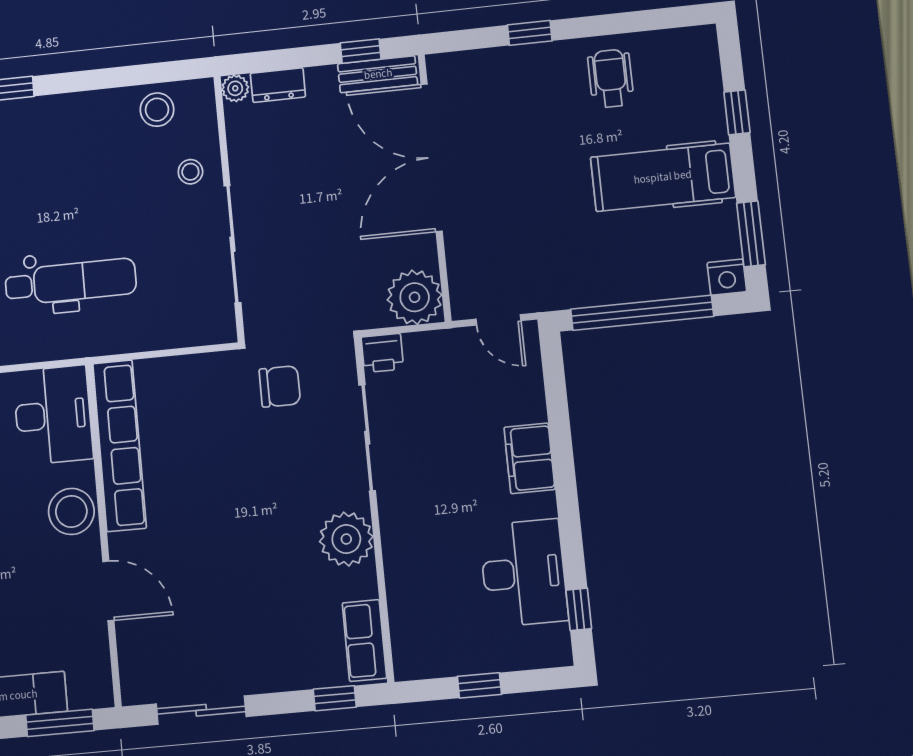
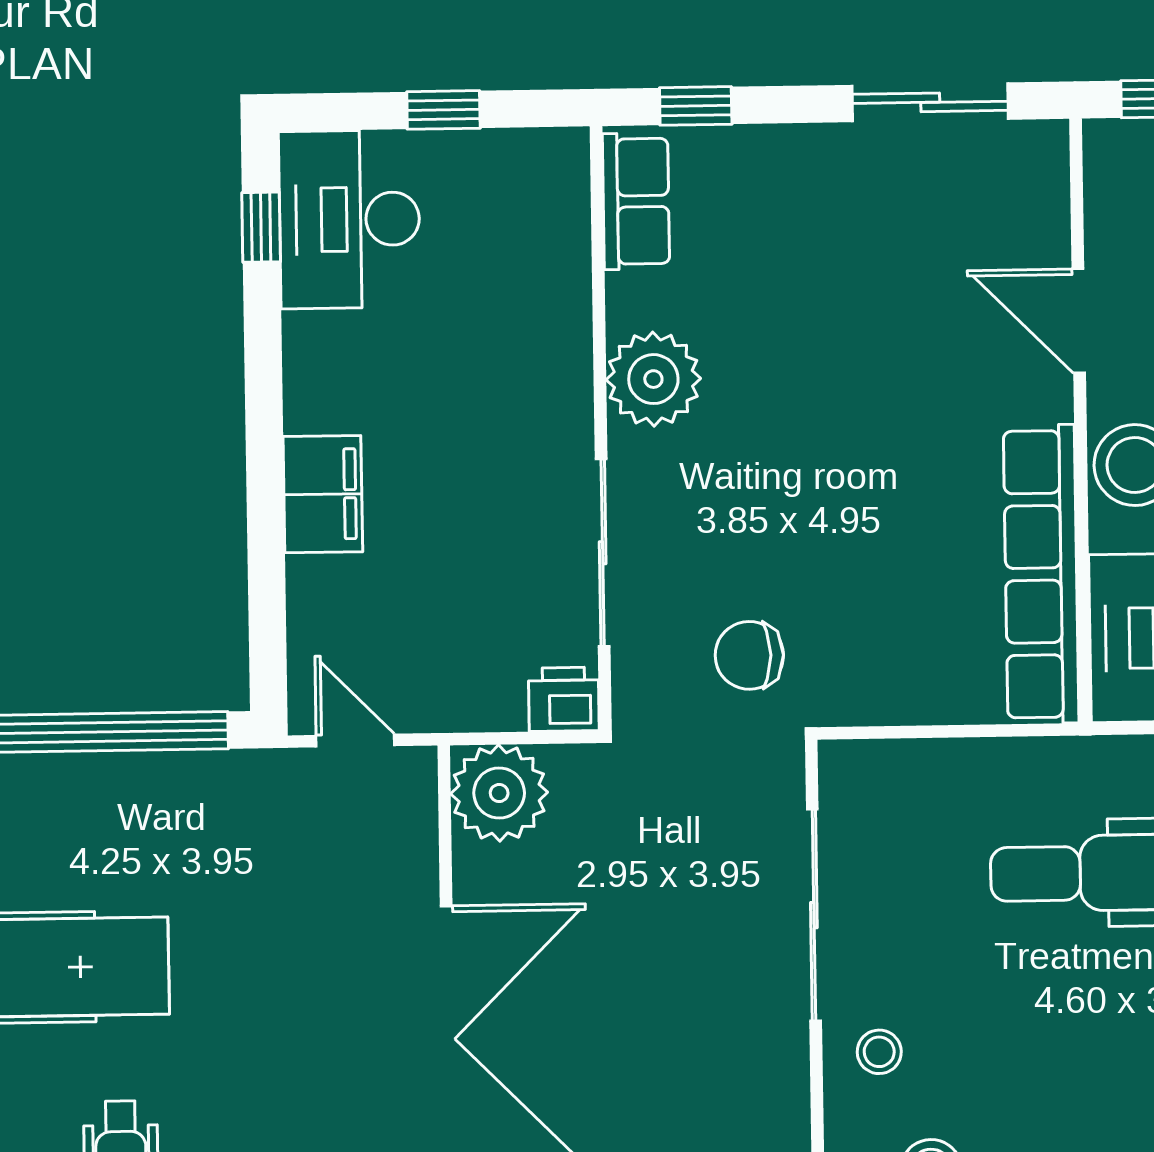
desk: (524, 573) -> (349, 219), moved

